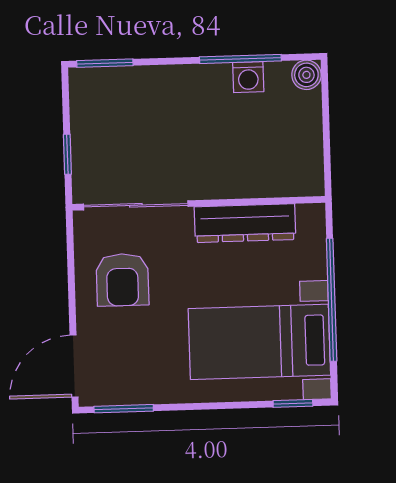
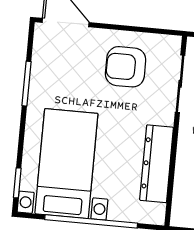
sliding door: (136, 205) -> (180, 84), width x0.73
window: (124, 409) -> (26, 84), moved

